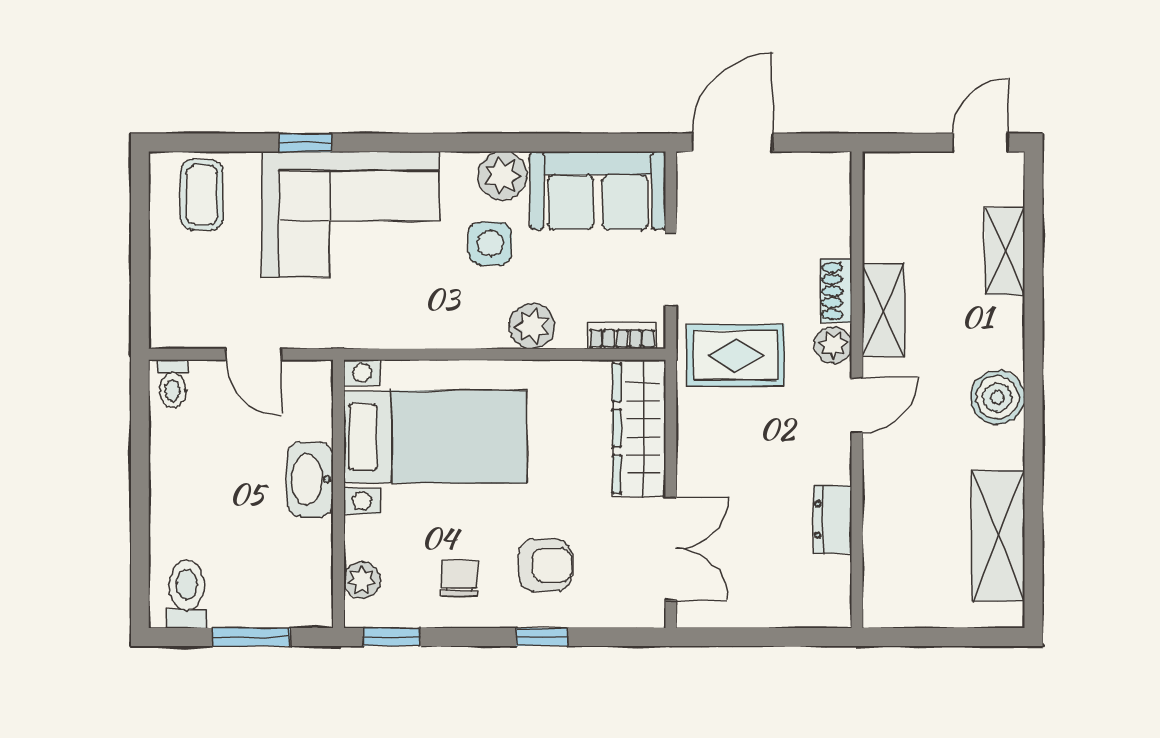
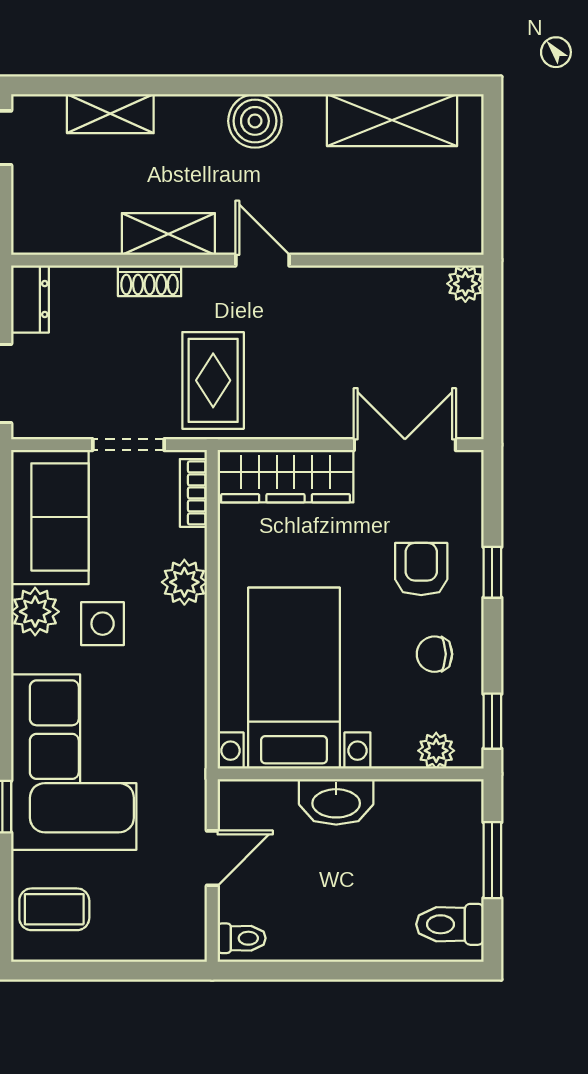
plant: (833, 345) -> (465, 284), moved
dresser: (833, 520) -> (30, 299), moved, turned -90

